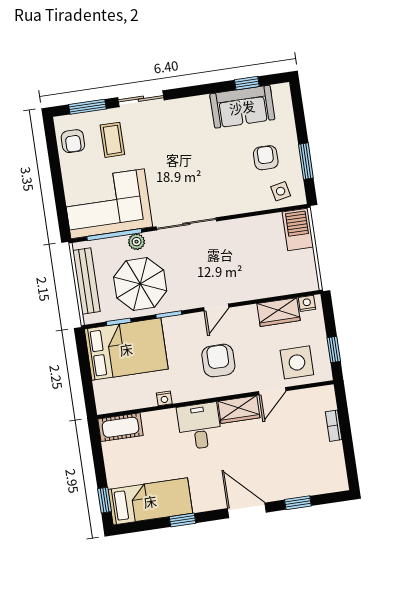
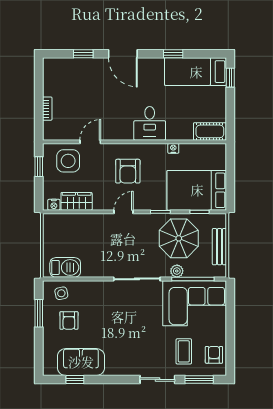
barbecue: (298, 230) -> (65, 267), moved, turned -90
bench: (86, 281) -> (219, 247), width x0.73
wardrobe: (239, 410) -> (118, 132), removed

